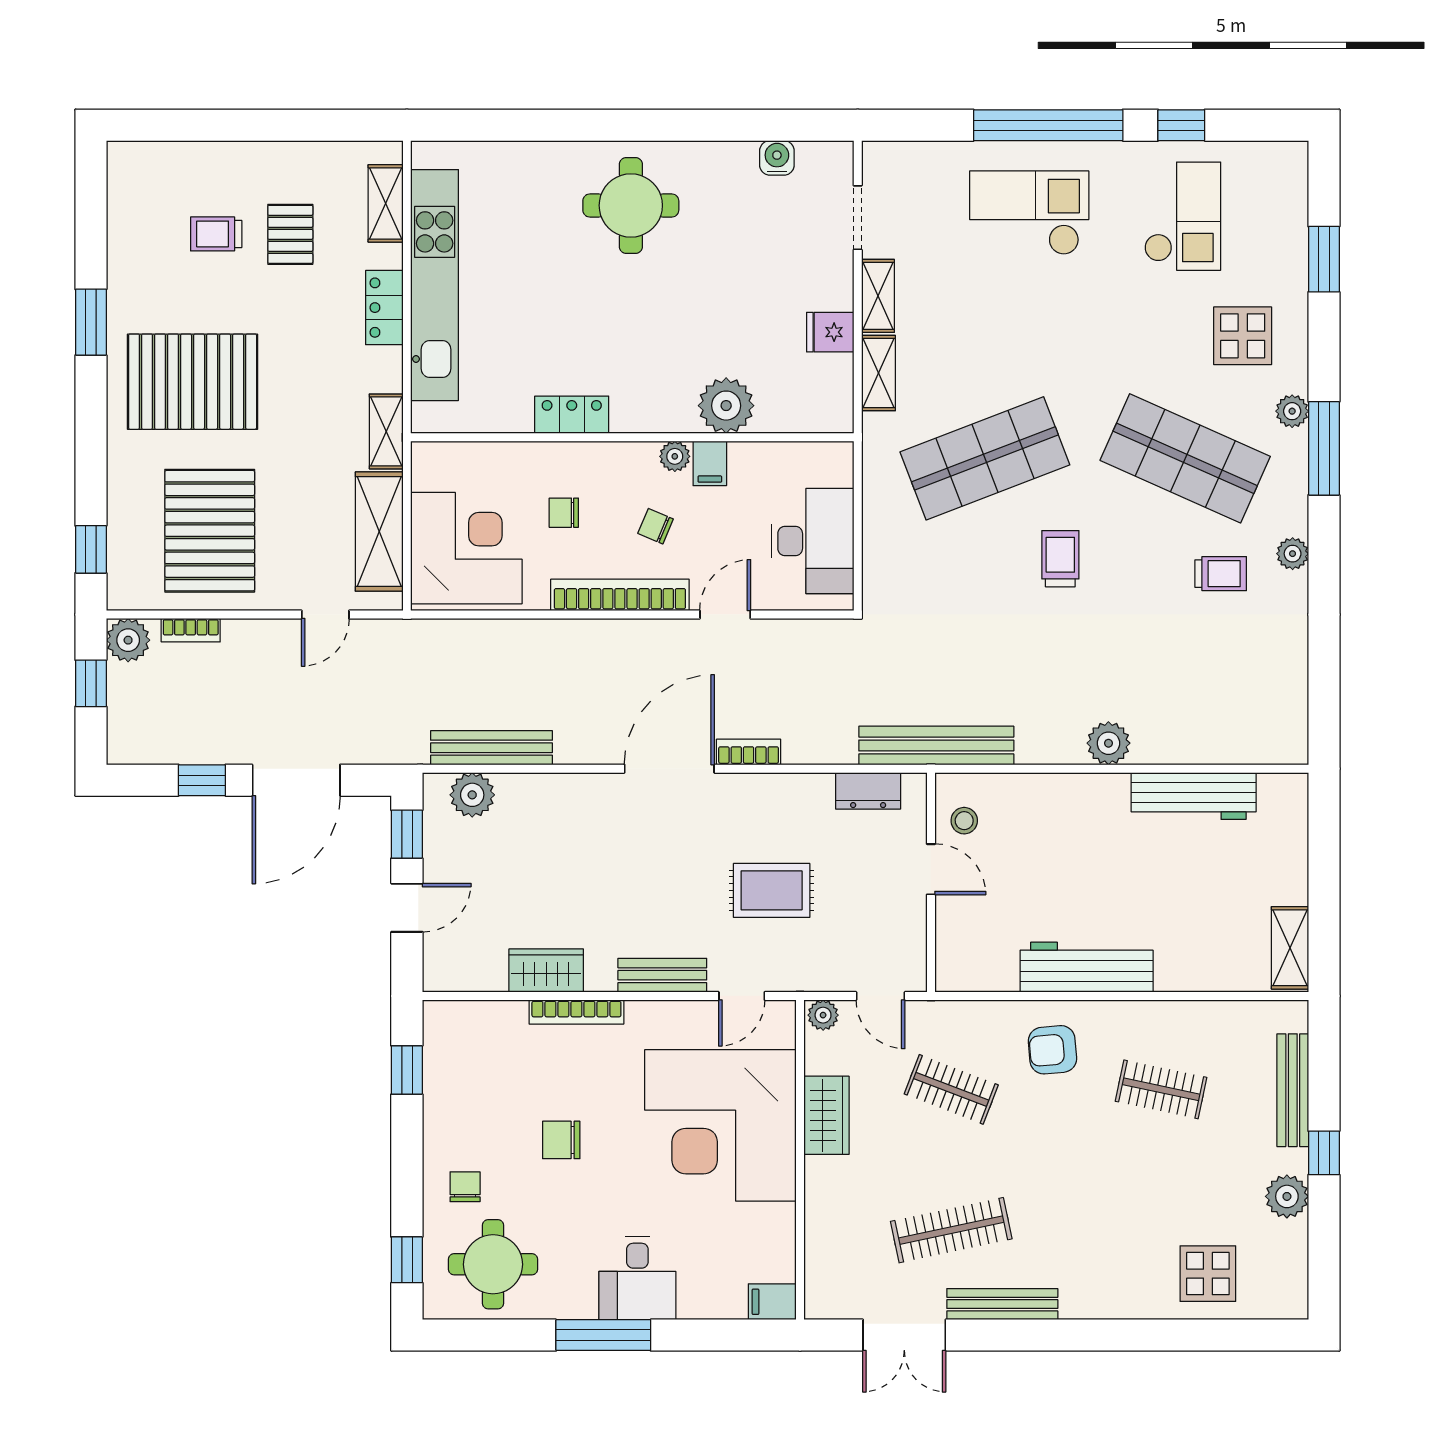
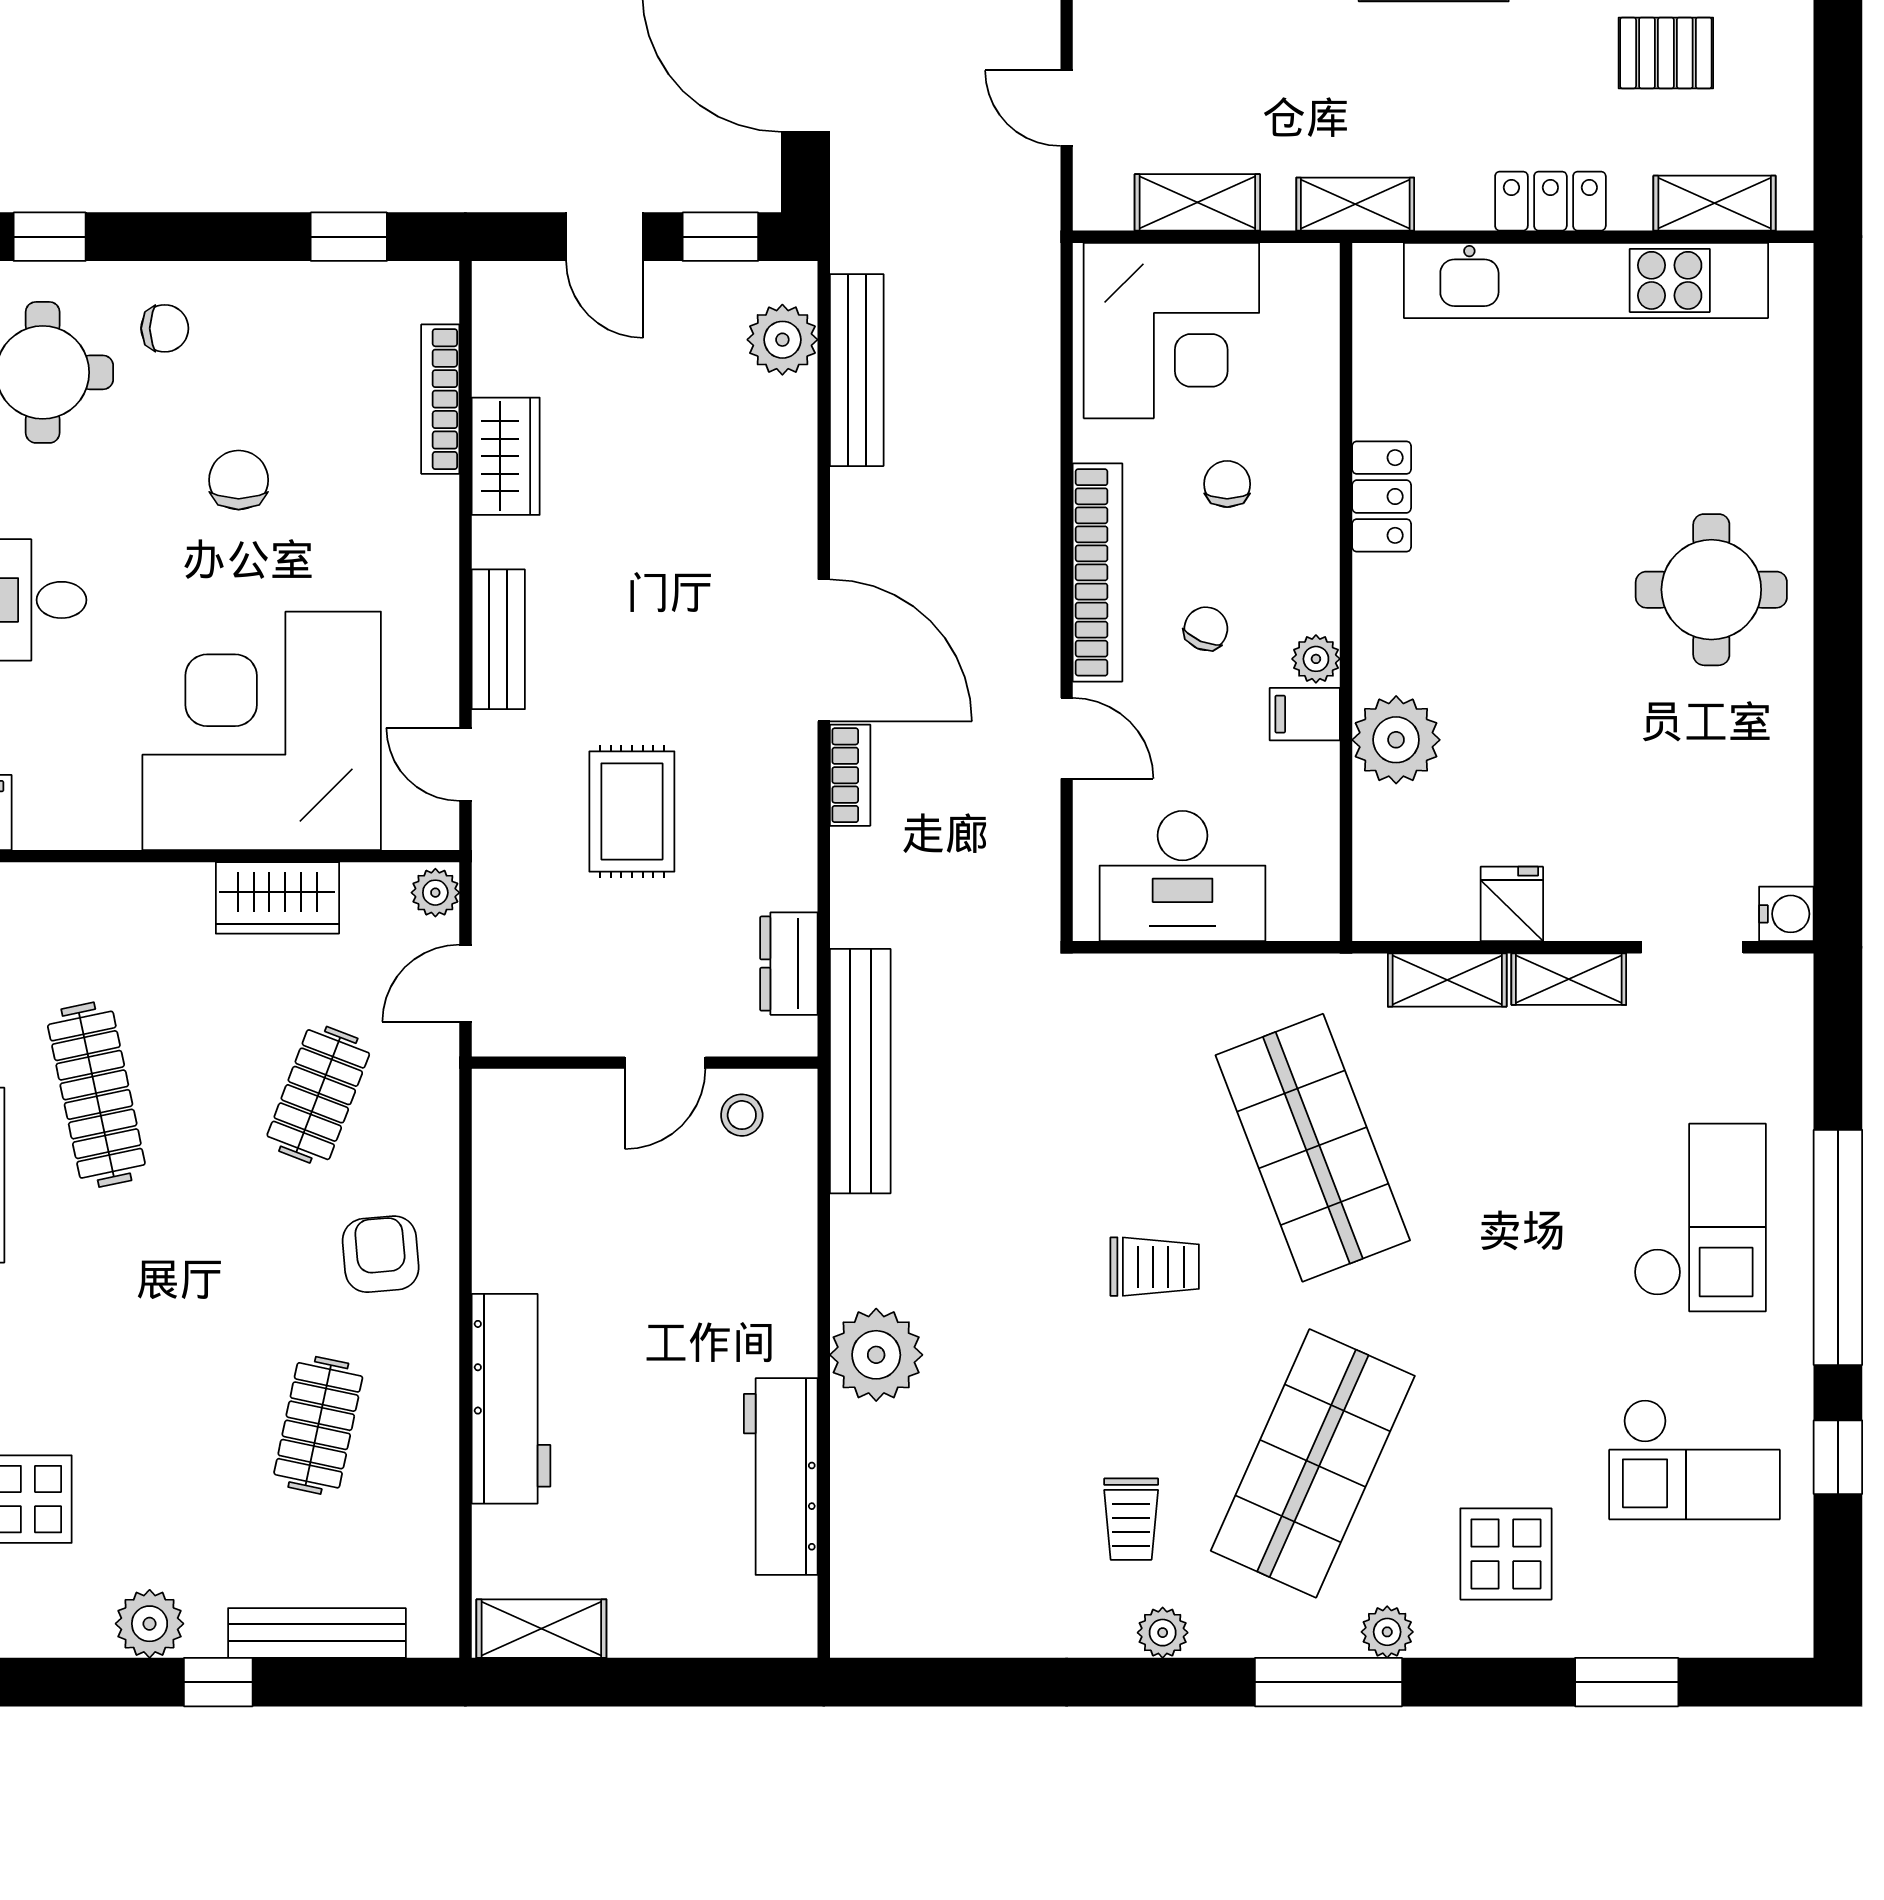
water cooler: (777, 158) -> (1786, 914), moved
shelving: (379, 532) -> (1197, 202), width x0.67, depth x0.75
plant: (1108, 743) -> (876, 1355), width x1.36, depth x1.36
workbench: (1087, 967) -> (511, 1399), moved
bookcase: (576, 1012) -> (440, 399), moved

